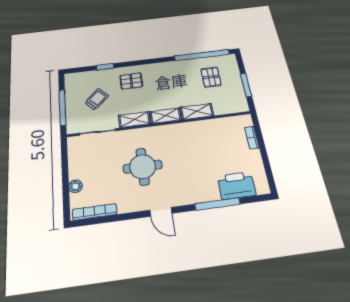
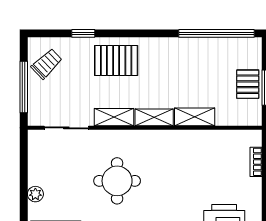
pallet: (211, 77) -> (248, 84), moved
pallet: (131, 81) -> (116, 60), width x1.50, depth x1.42
trolley: (97, 99) -> (47, 64), moved

